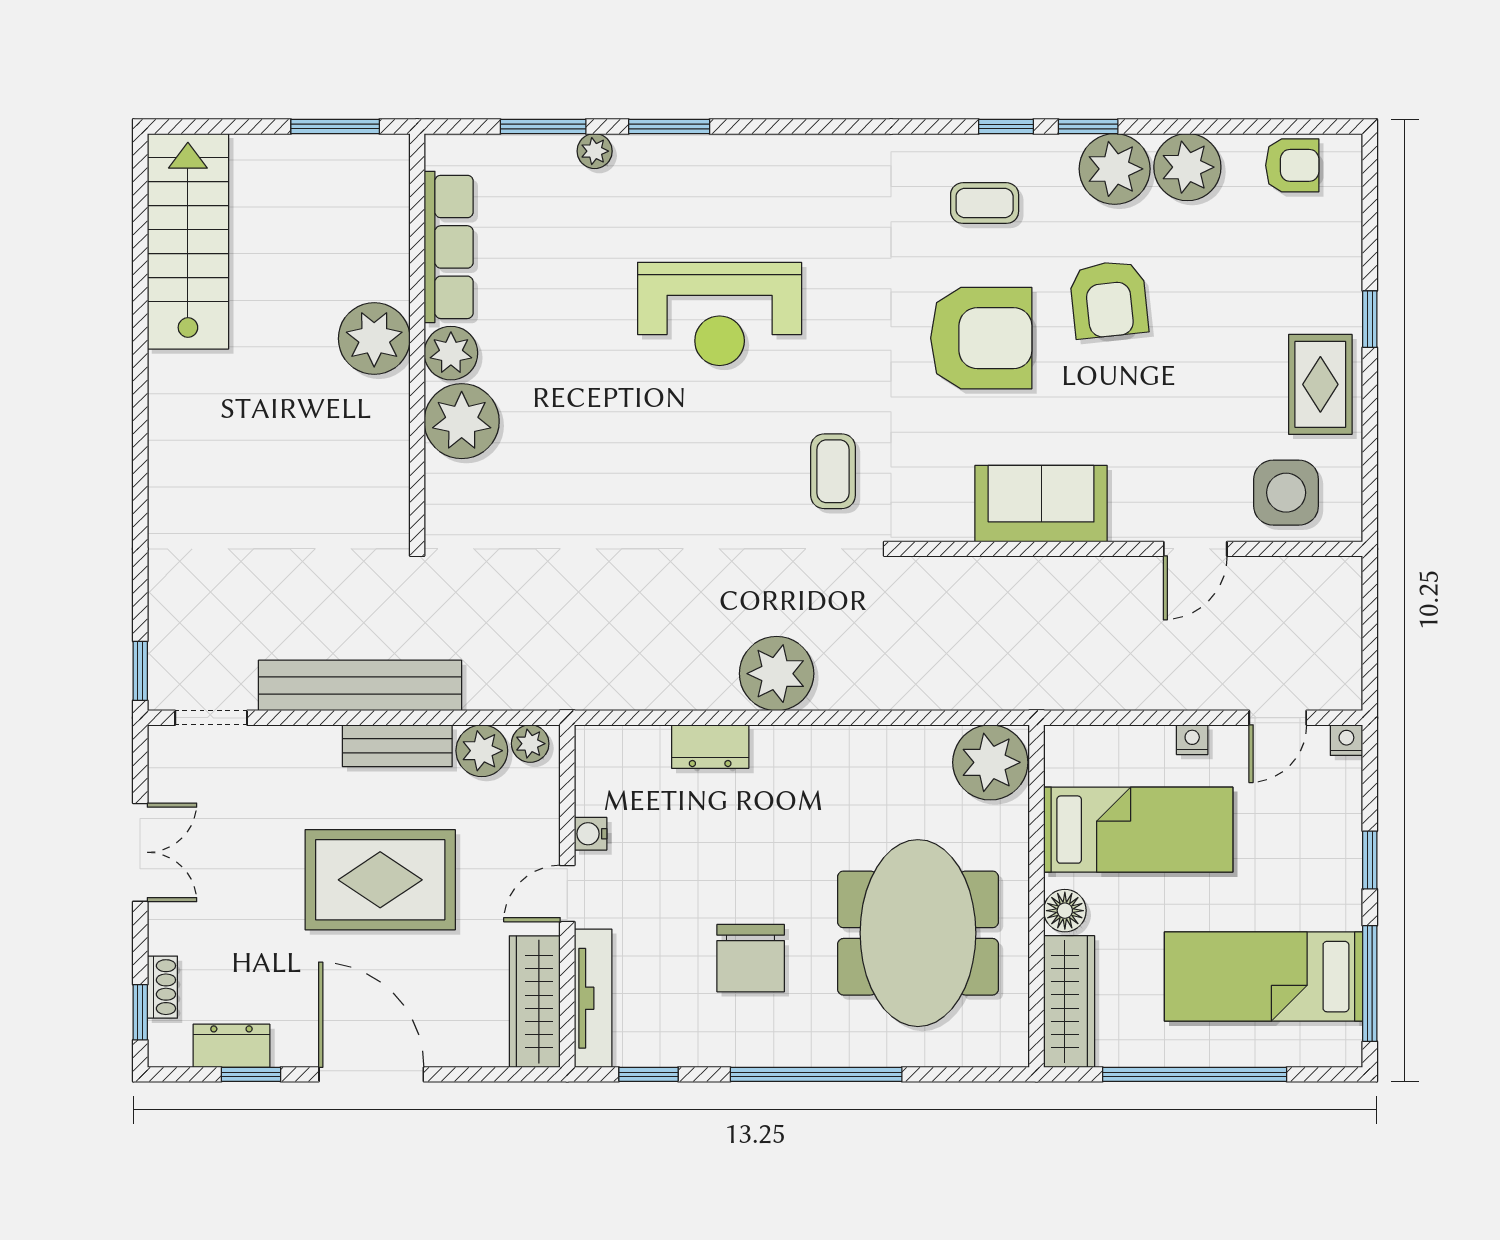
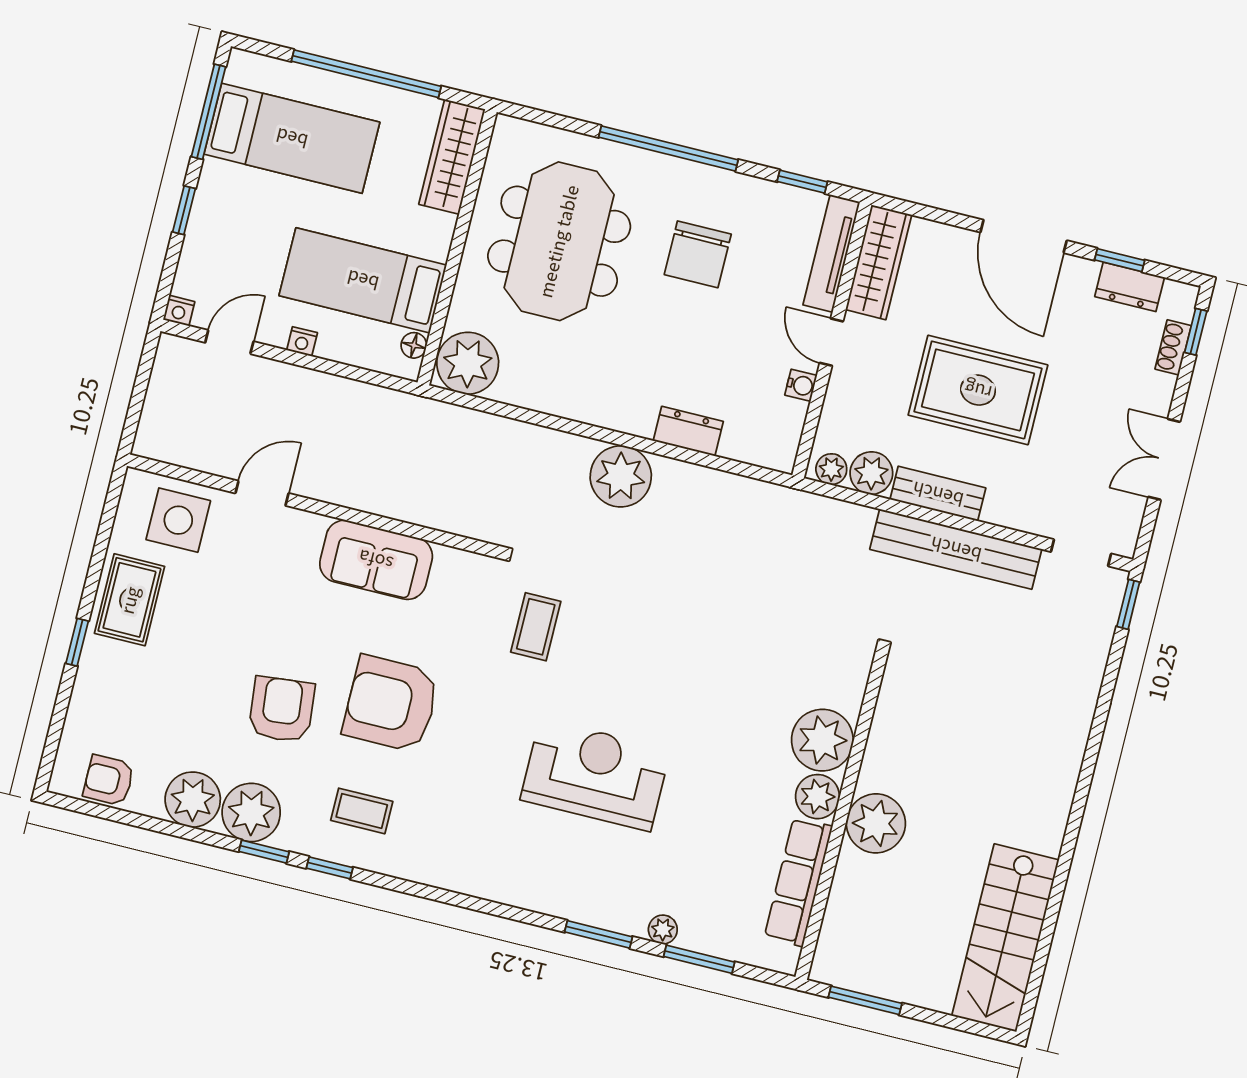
door: (567, 894) -> (831, 342), swing flipped
floor lamp: (1065, 911) -> (414, 345), moved, width x0.73, depth x0.73
chair: (751, 958) -> (698, 254), turned 180

